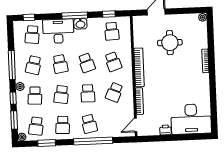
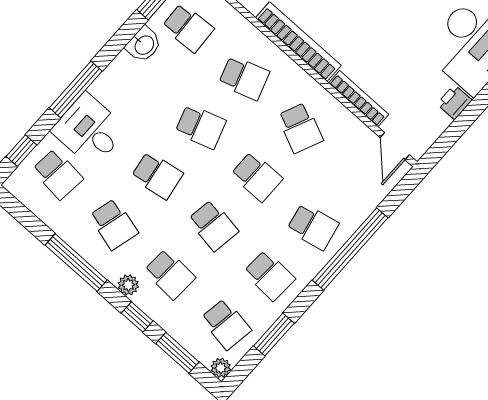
window: (75, 15) -> (76, 89), moved
washbasin: (80, 24) -> (144, 45), moved
desk: (58, 31) -> (89, 130), width x0.73

